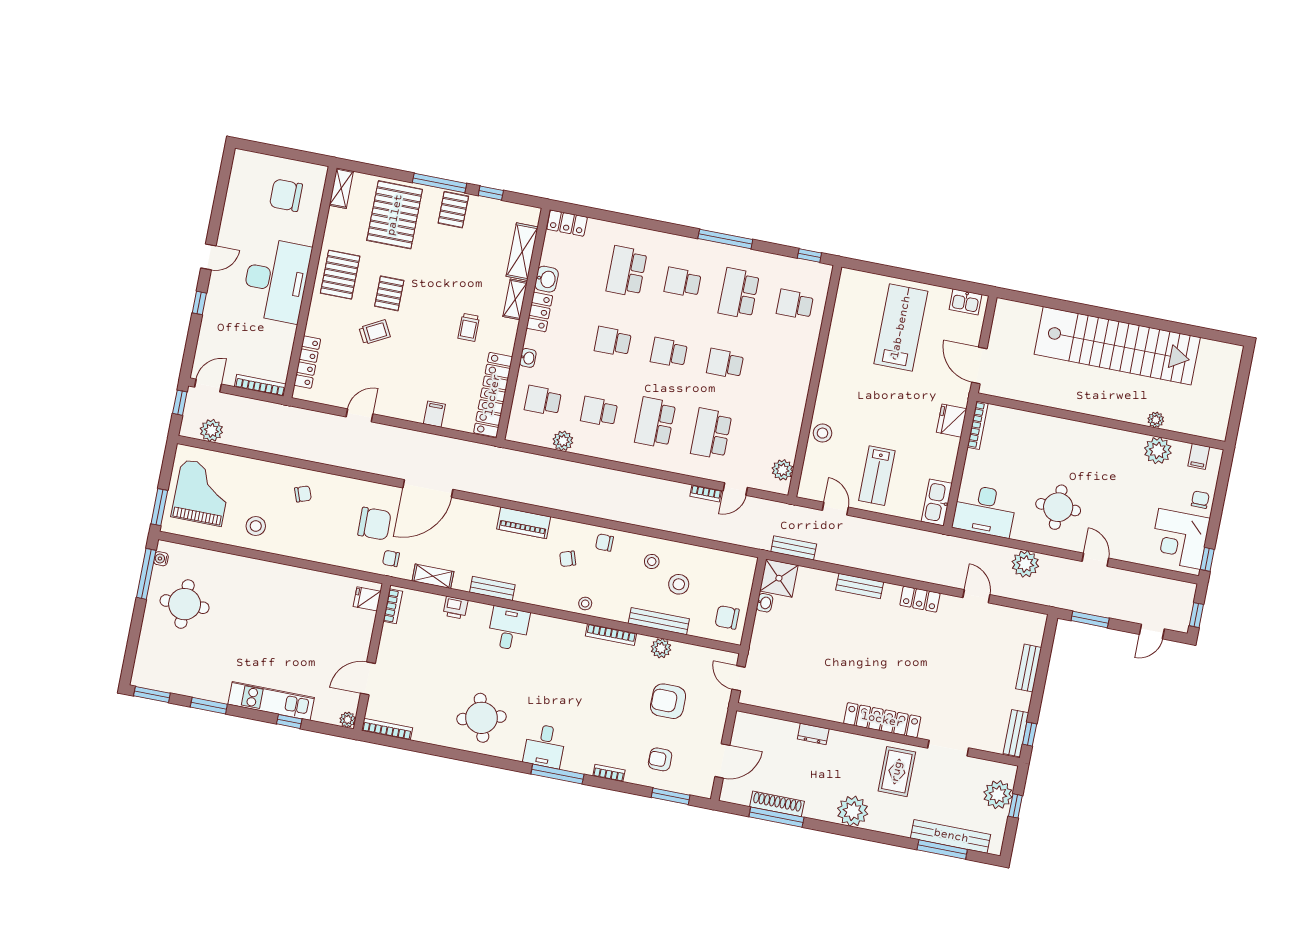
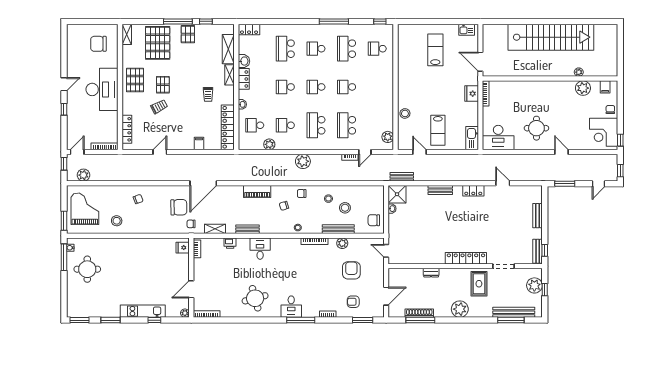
lab bench: (901, 327) -> (435, 50), width x0.73, depth x0.72
plant: (1025, 564) -> (303, 161), moved
armchair: (668, 701) -> (351, 270), turned 90

